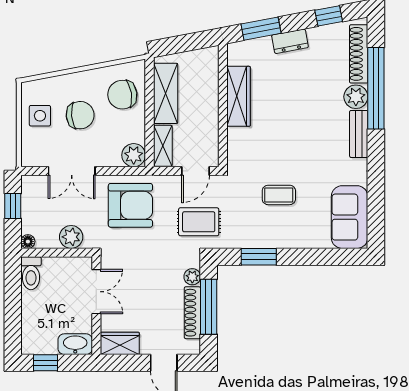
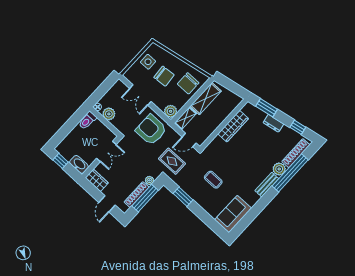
chair: (122, 95) -> (188, 83), turned -81
armchair: (130, 205) -> (151, 130), turned 180
window: (13, 206) -> (105, 87), removed
plant: (71, 237) -> (109, 114), moved

